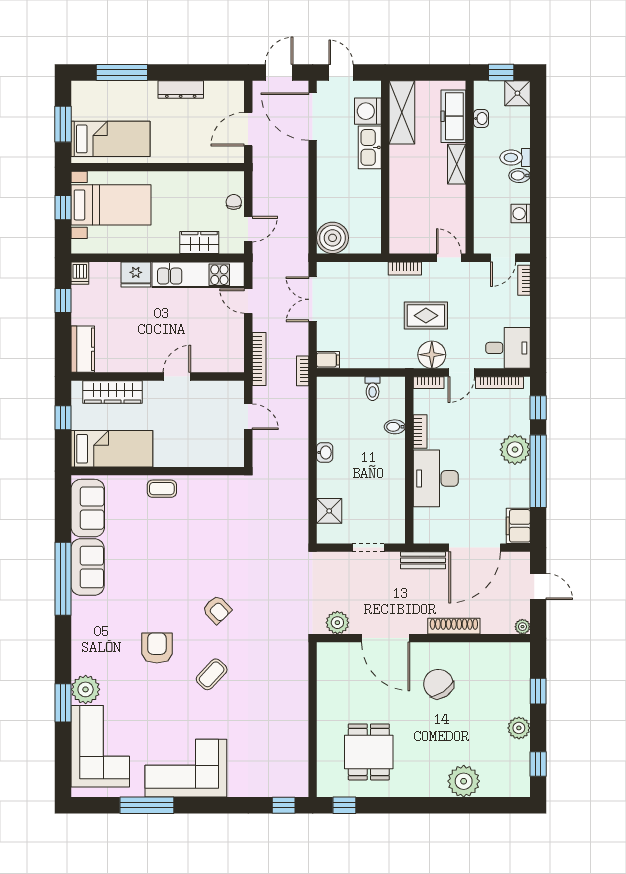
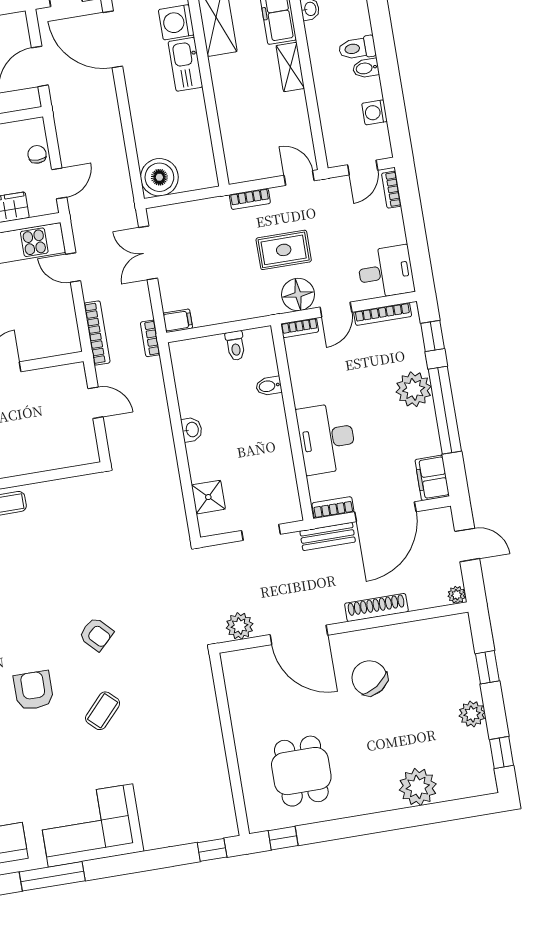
bookcase: (420, 431) -> (333, 507), moved, turned -90

